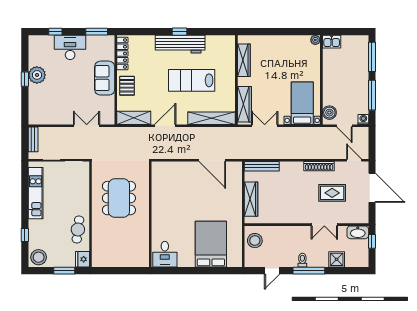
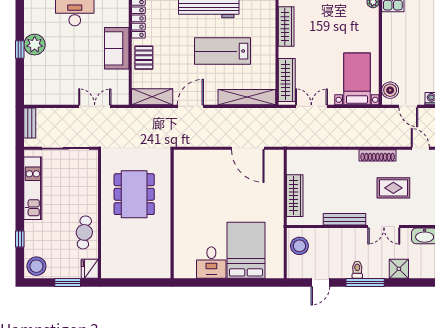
bench: (262, 166) -> (345, 219), moved
desk: (165, 254) -> (211, 262), moved

